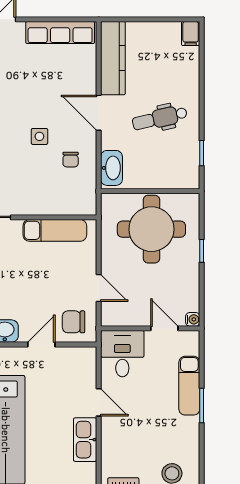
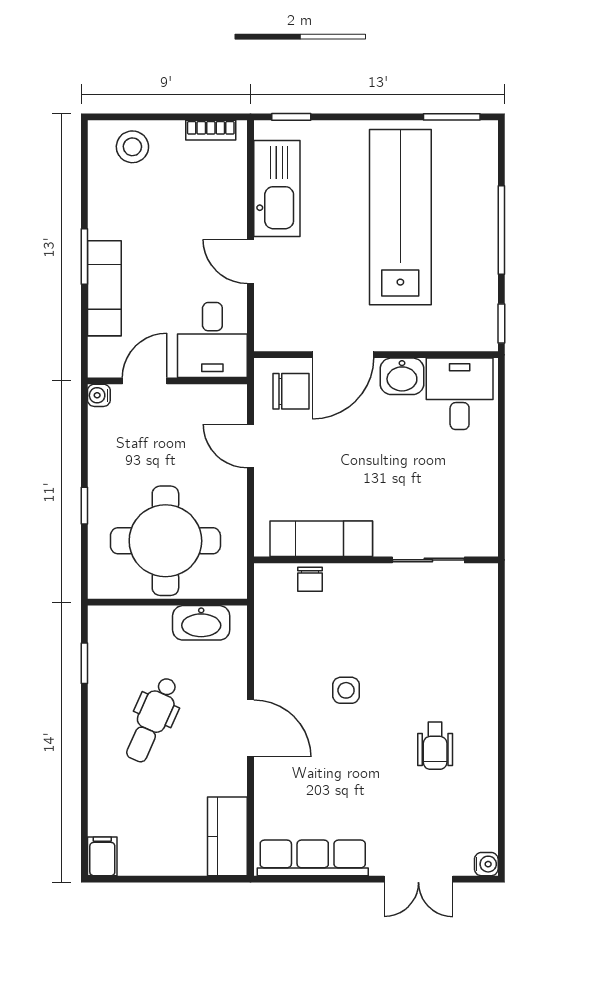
kitchen counter: (113, 58) -> (227, 836), width x0.67
dental chair: (160, 118) -> (152, 720), turned 127
chair: (71, 160) -> (310, 579), moved, turned 180
washbasin: (111, 168) -> (201, 623), moved, turned -90
door: (164, 328) -> (145, 381), swing flipped
door: (41, 345) -> (343, 355), width x1.38
kitchen sink: (85, 440) -> (277, 188), width x1.36, depth x1.24

